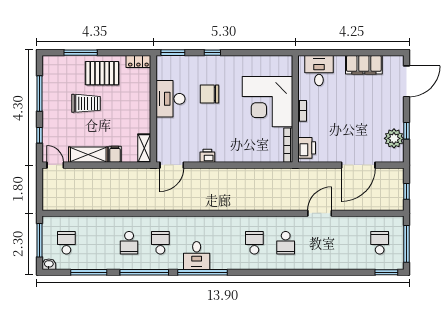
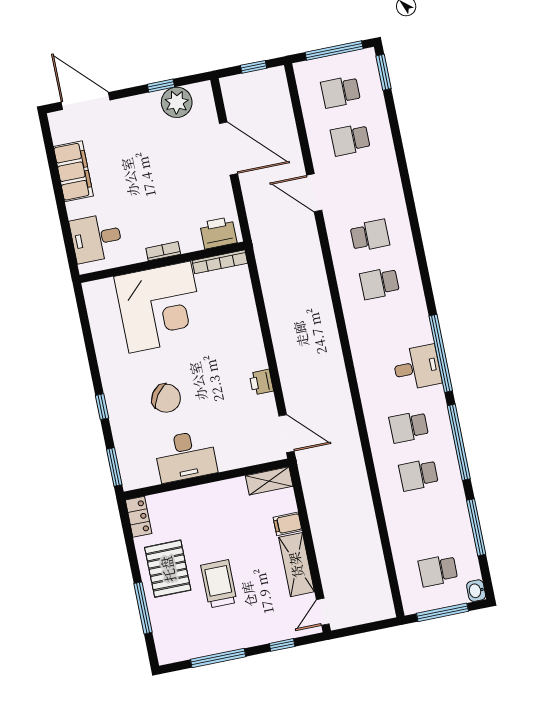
chair: (209, 94) -> (166, 398), turned -55
school desk: (129, 243) -> (418, 475), turned 180
school desk: (348, 243) -> (350, 140), added

